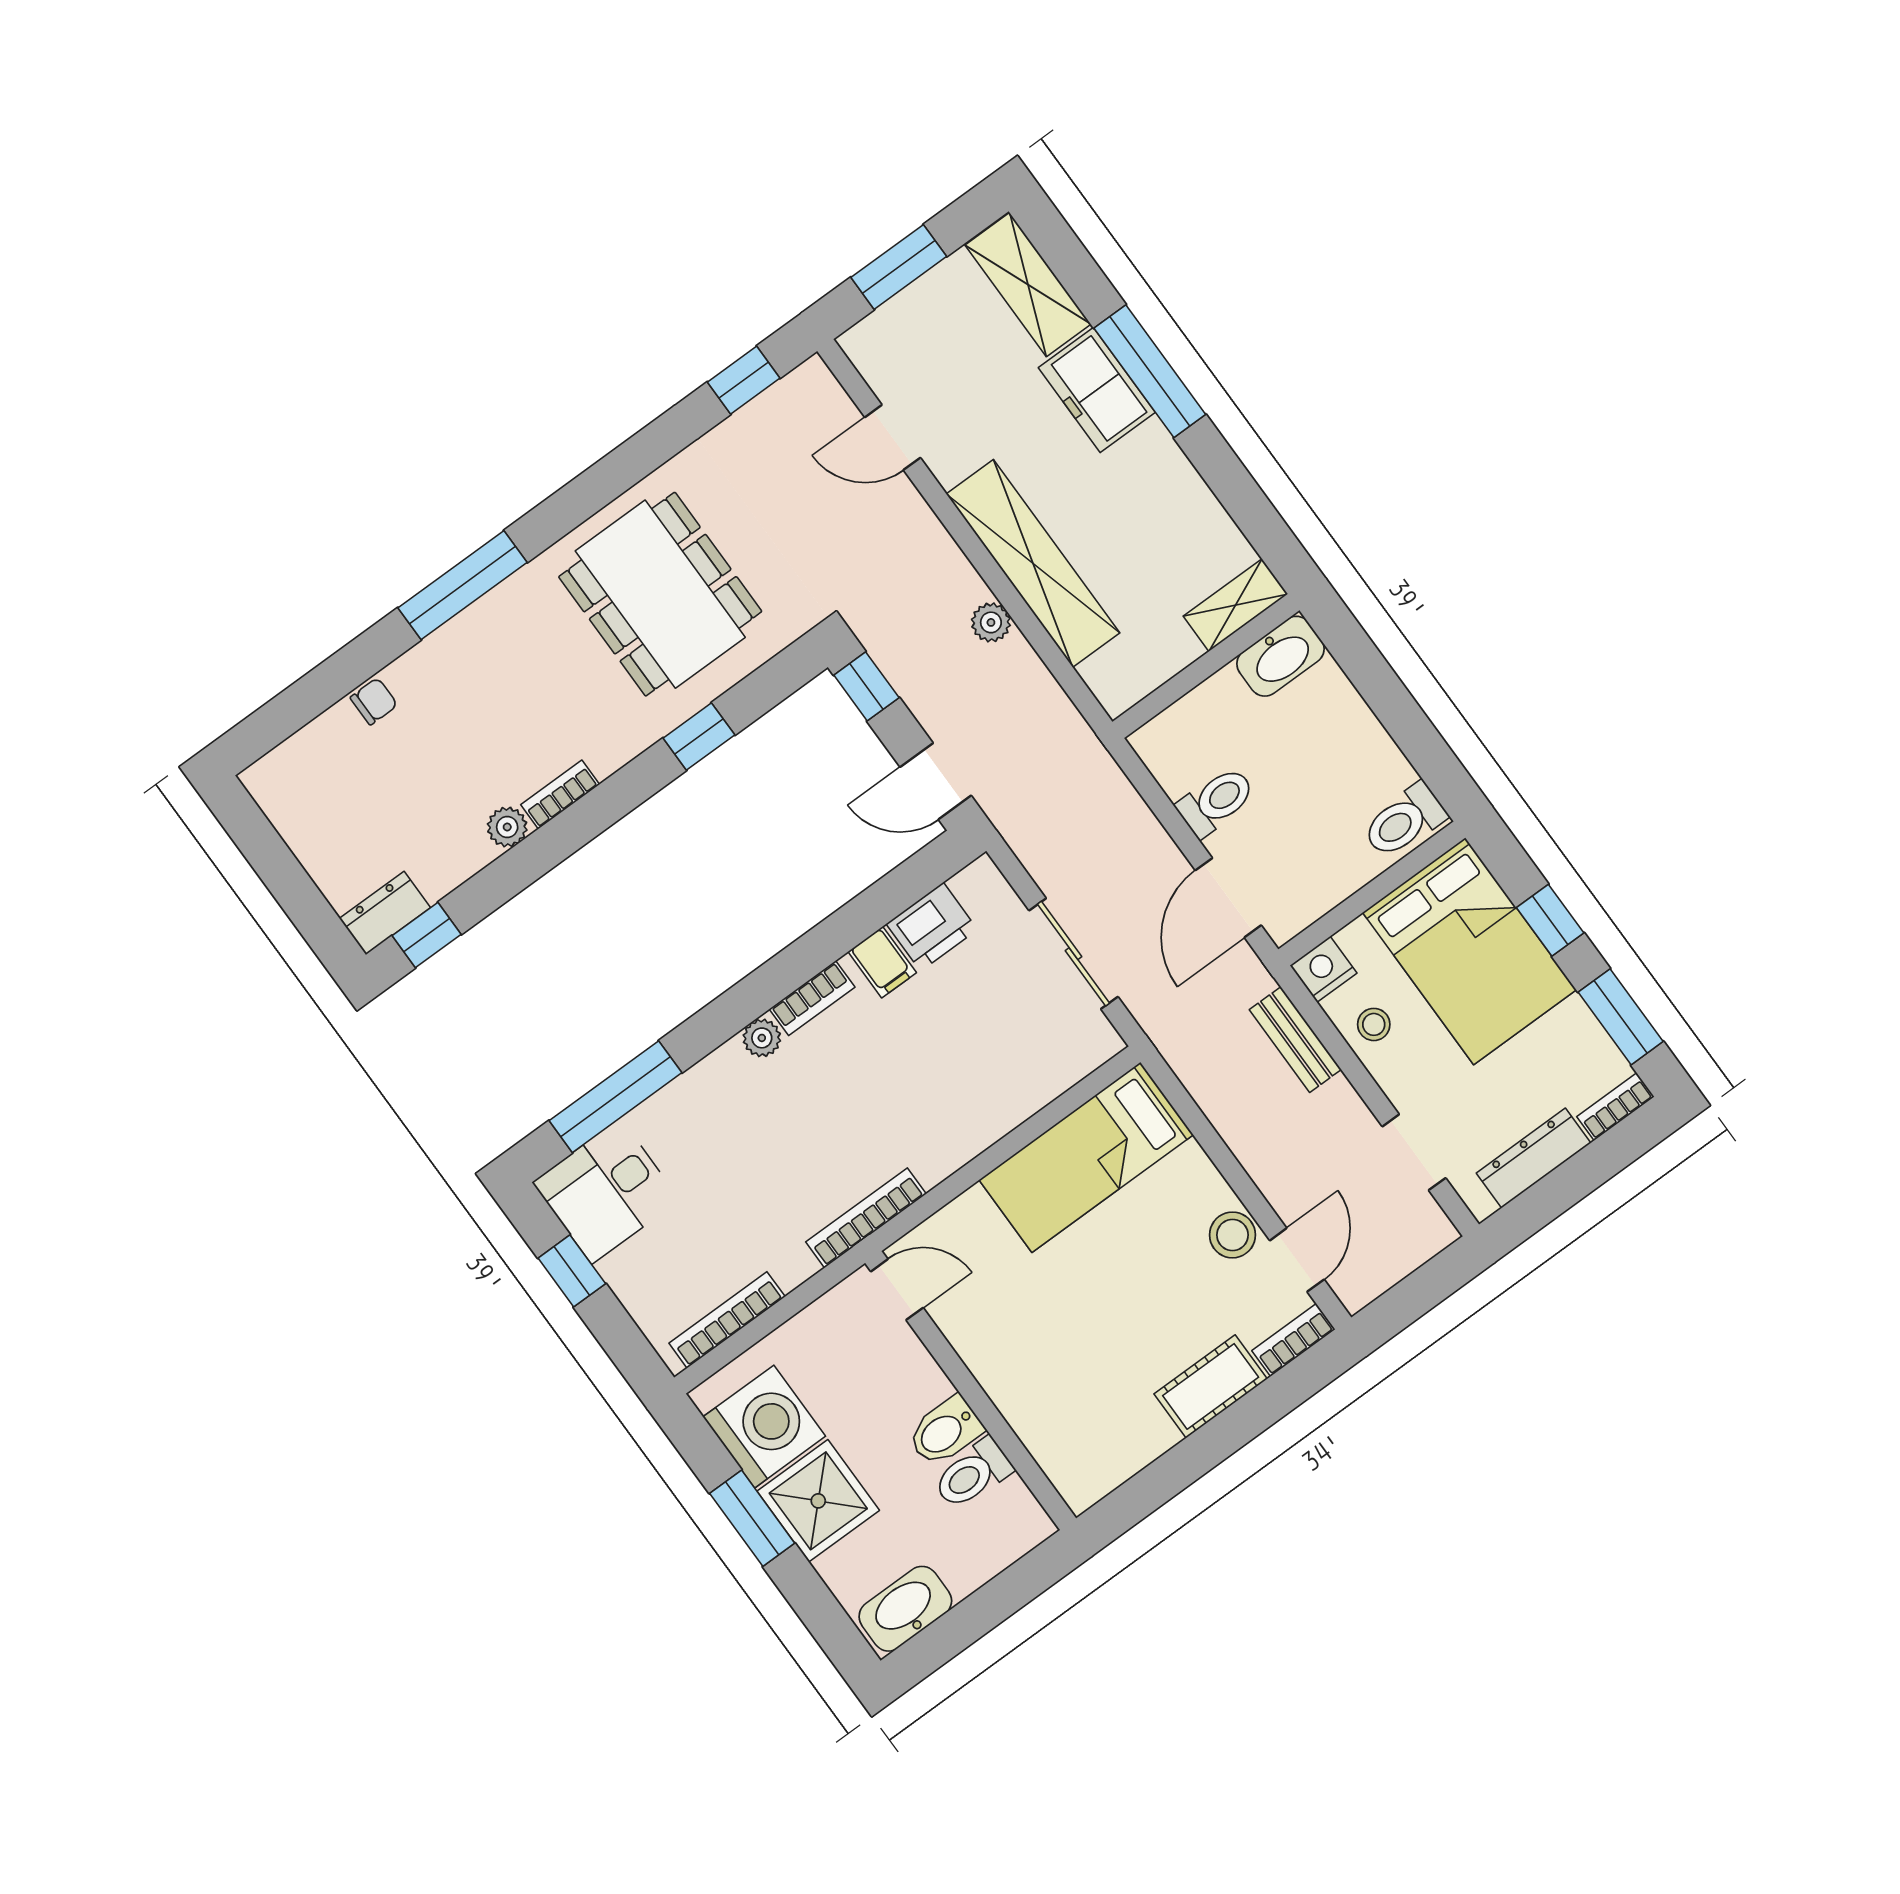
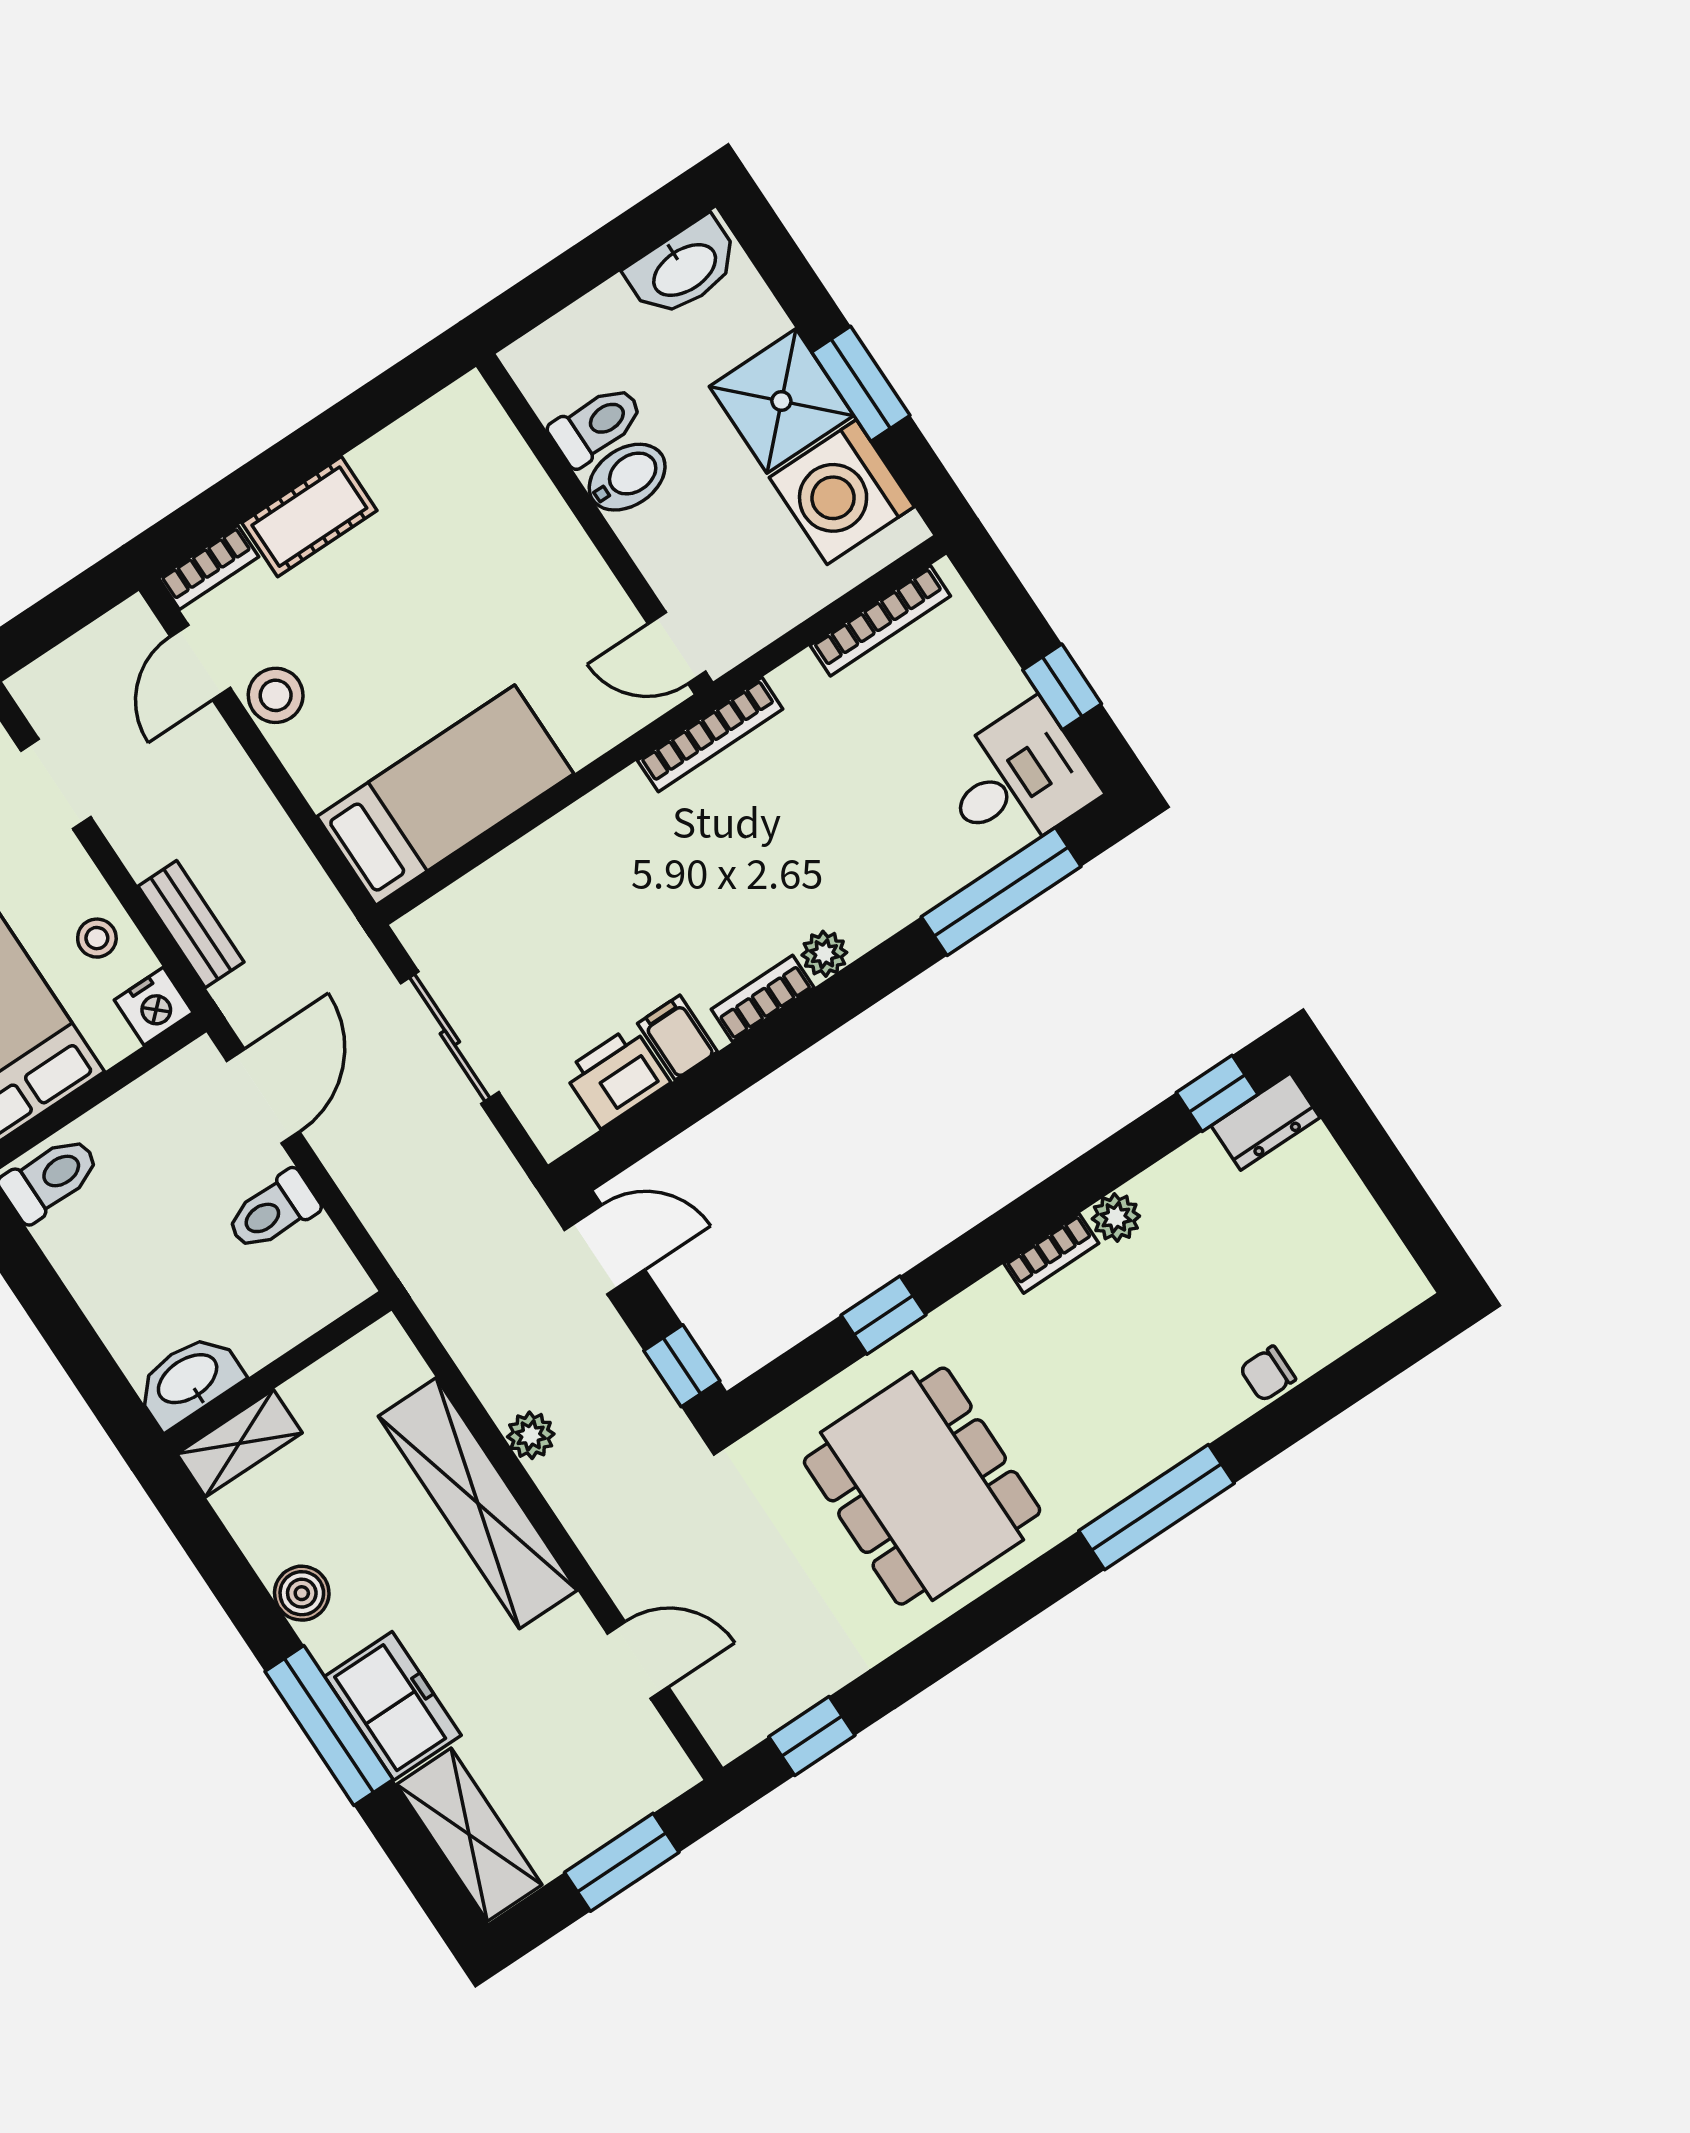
boiler: (1178, 481) -> (302, 1593), added

